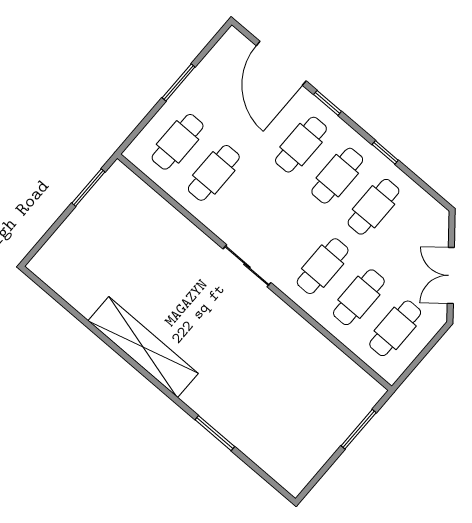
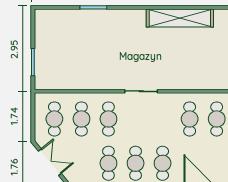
shelving: (143, 347) -> (180, 18), moved

